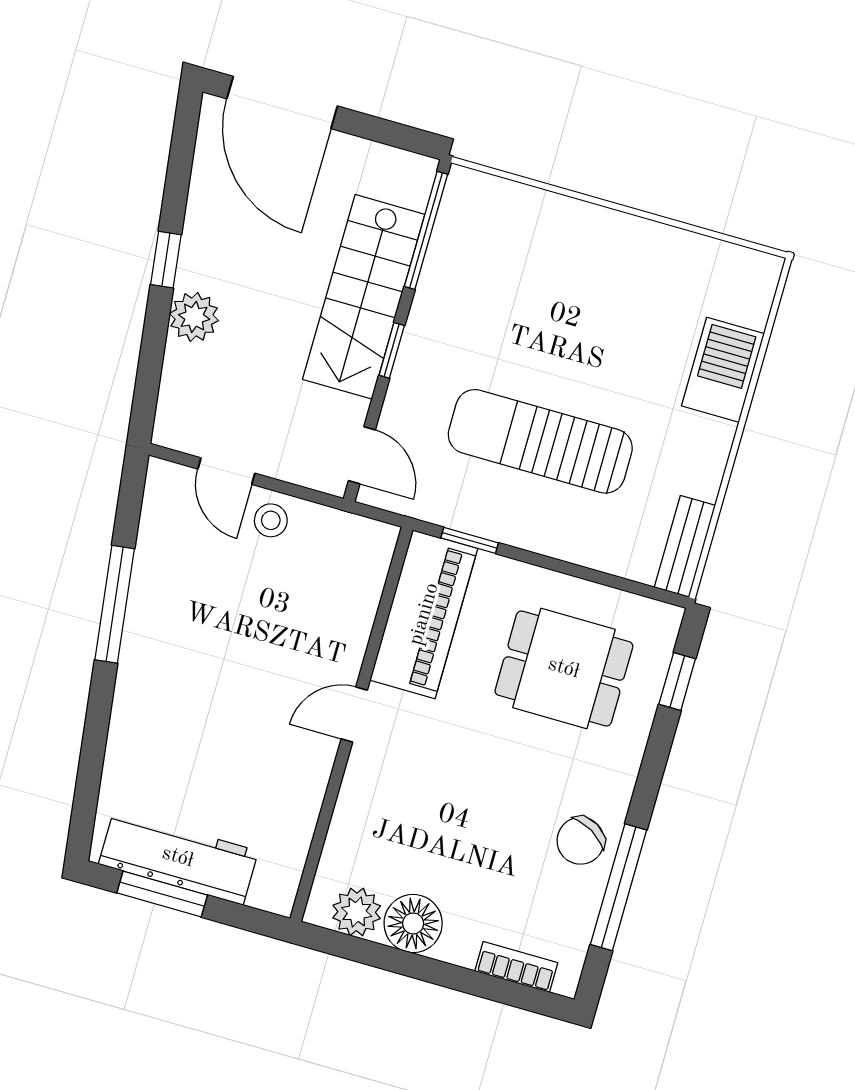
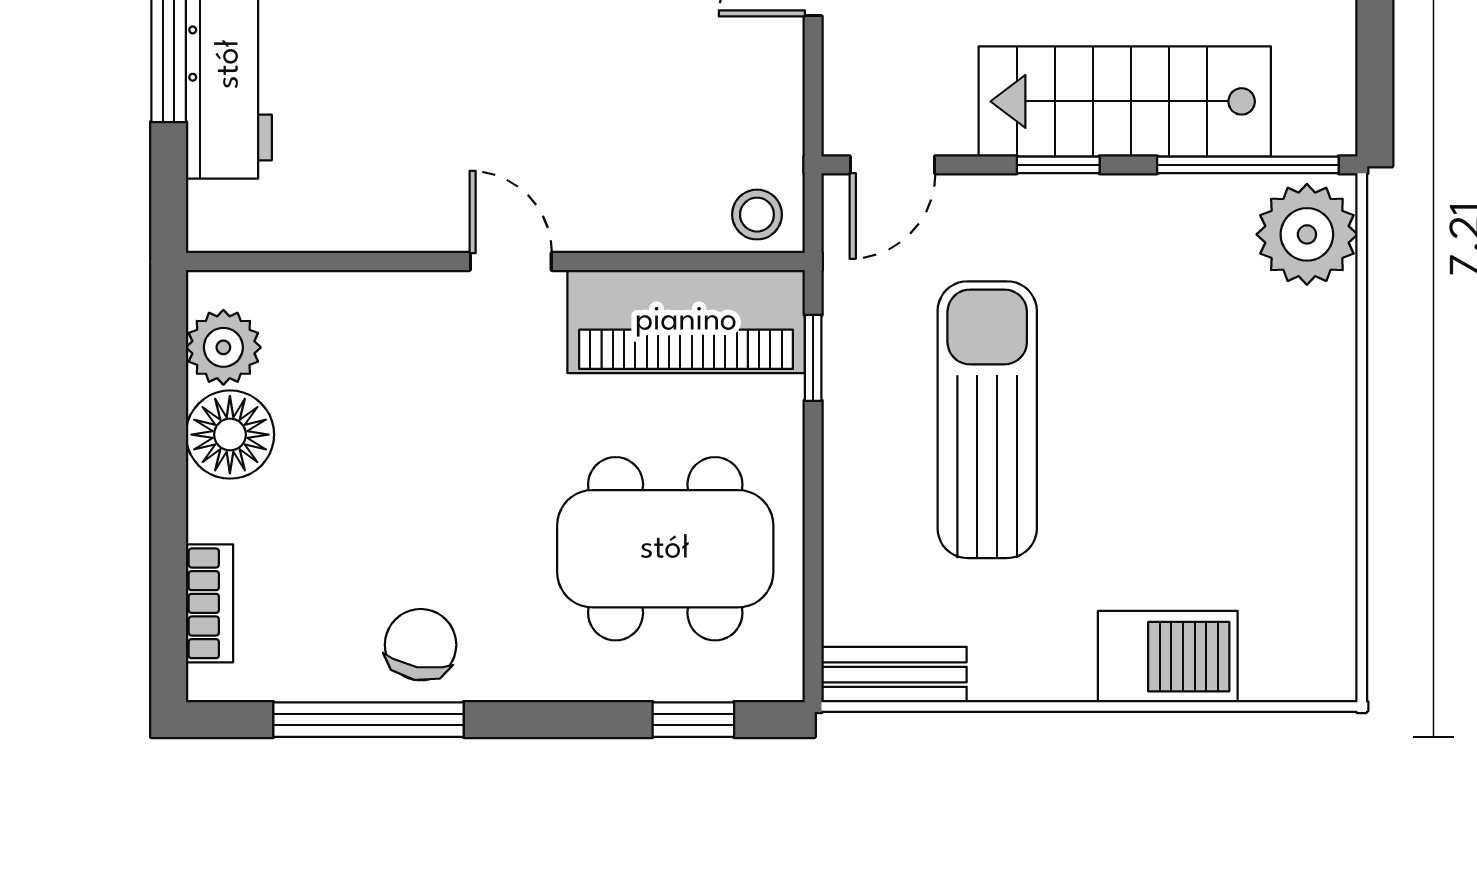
plant: (481, 205) -> (1307, 234), added
stool: (271, 520) -> (757, 215), moved
dining table: (564, 668) -> (665, 549), width x1.38
chair: (581, 841) -> (421, 645), turned 70

